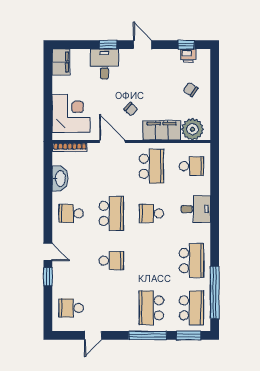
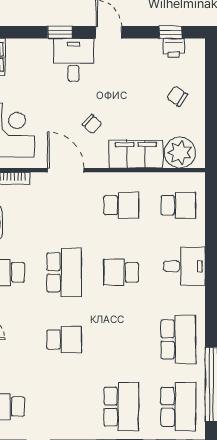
desk: (104, 64) -> (74, 60), moved
school desk: (151, 166) -> (121, 205), width x0.54
school desk: (151, 308) -> (121, 407), turned 180

